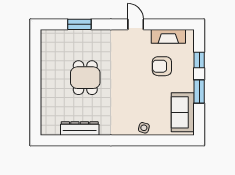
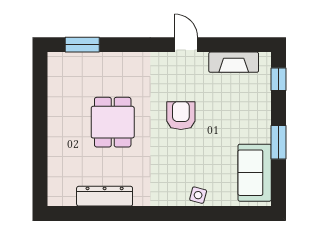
window: (79, 24) -> (82, 45), moved
window: (199, 60) -> (279, 79), moved
armchair: (162, 66) -> (181, 116), moved, turned 90

